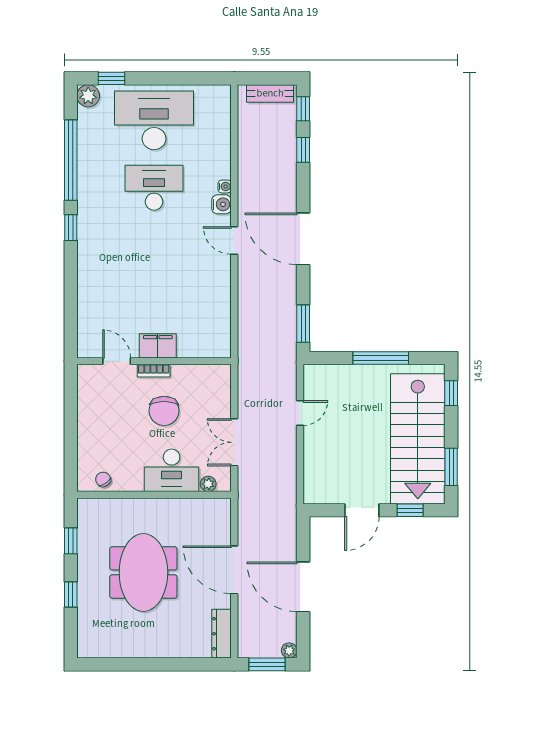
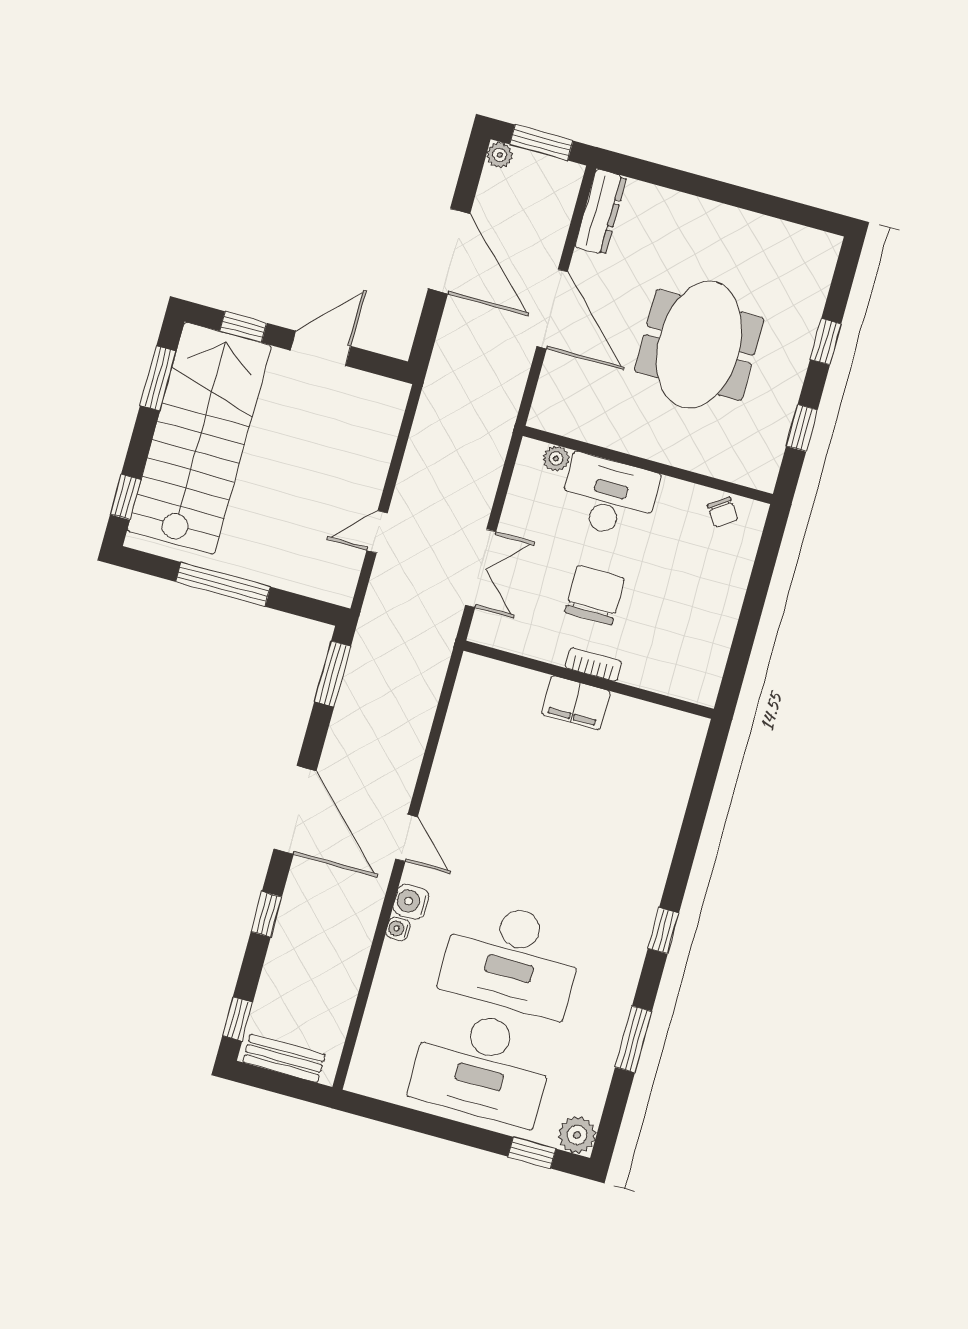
window: (303, 150) -> (266, 914), moved
window: (71, 160) -> (633, 1039), width x0.47
desk: (154, 188) -> (512, 958), width x1.36, depth x1.30
door: (117, 361) -> (649, 696), removed
double door: (234, 442) -> (481, 568), moved

